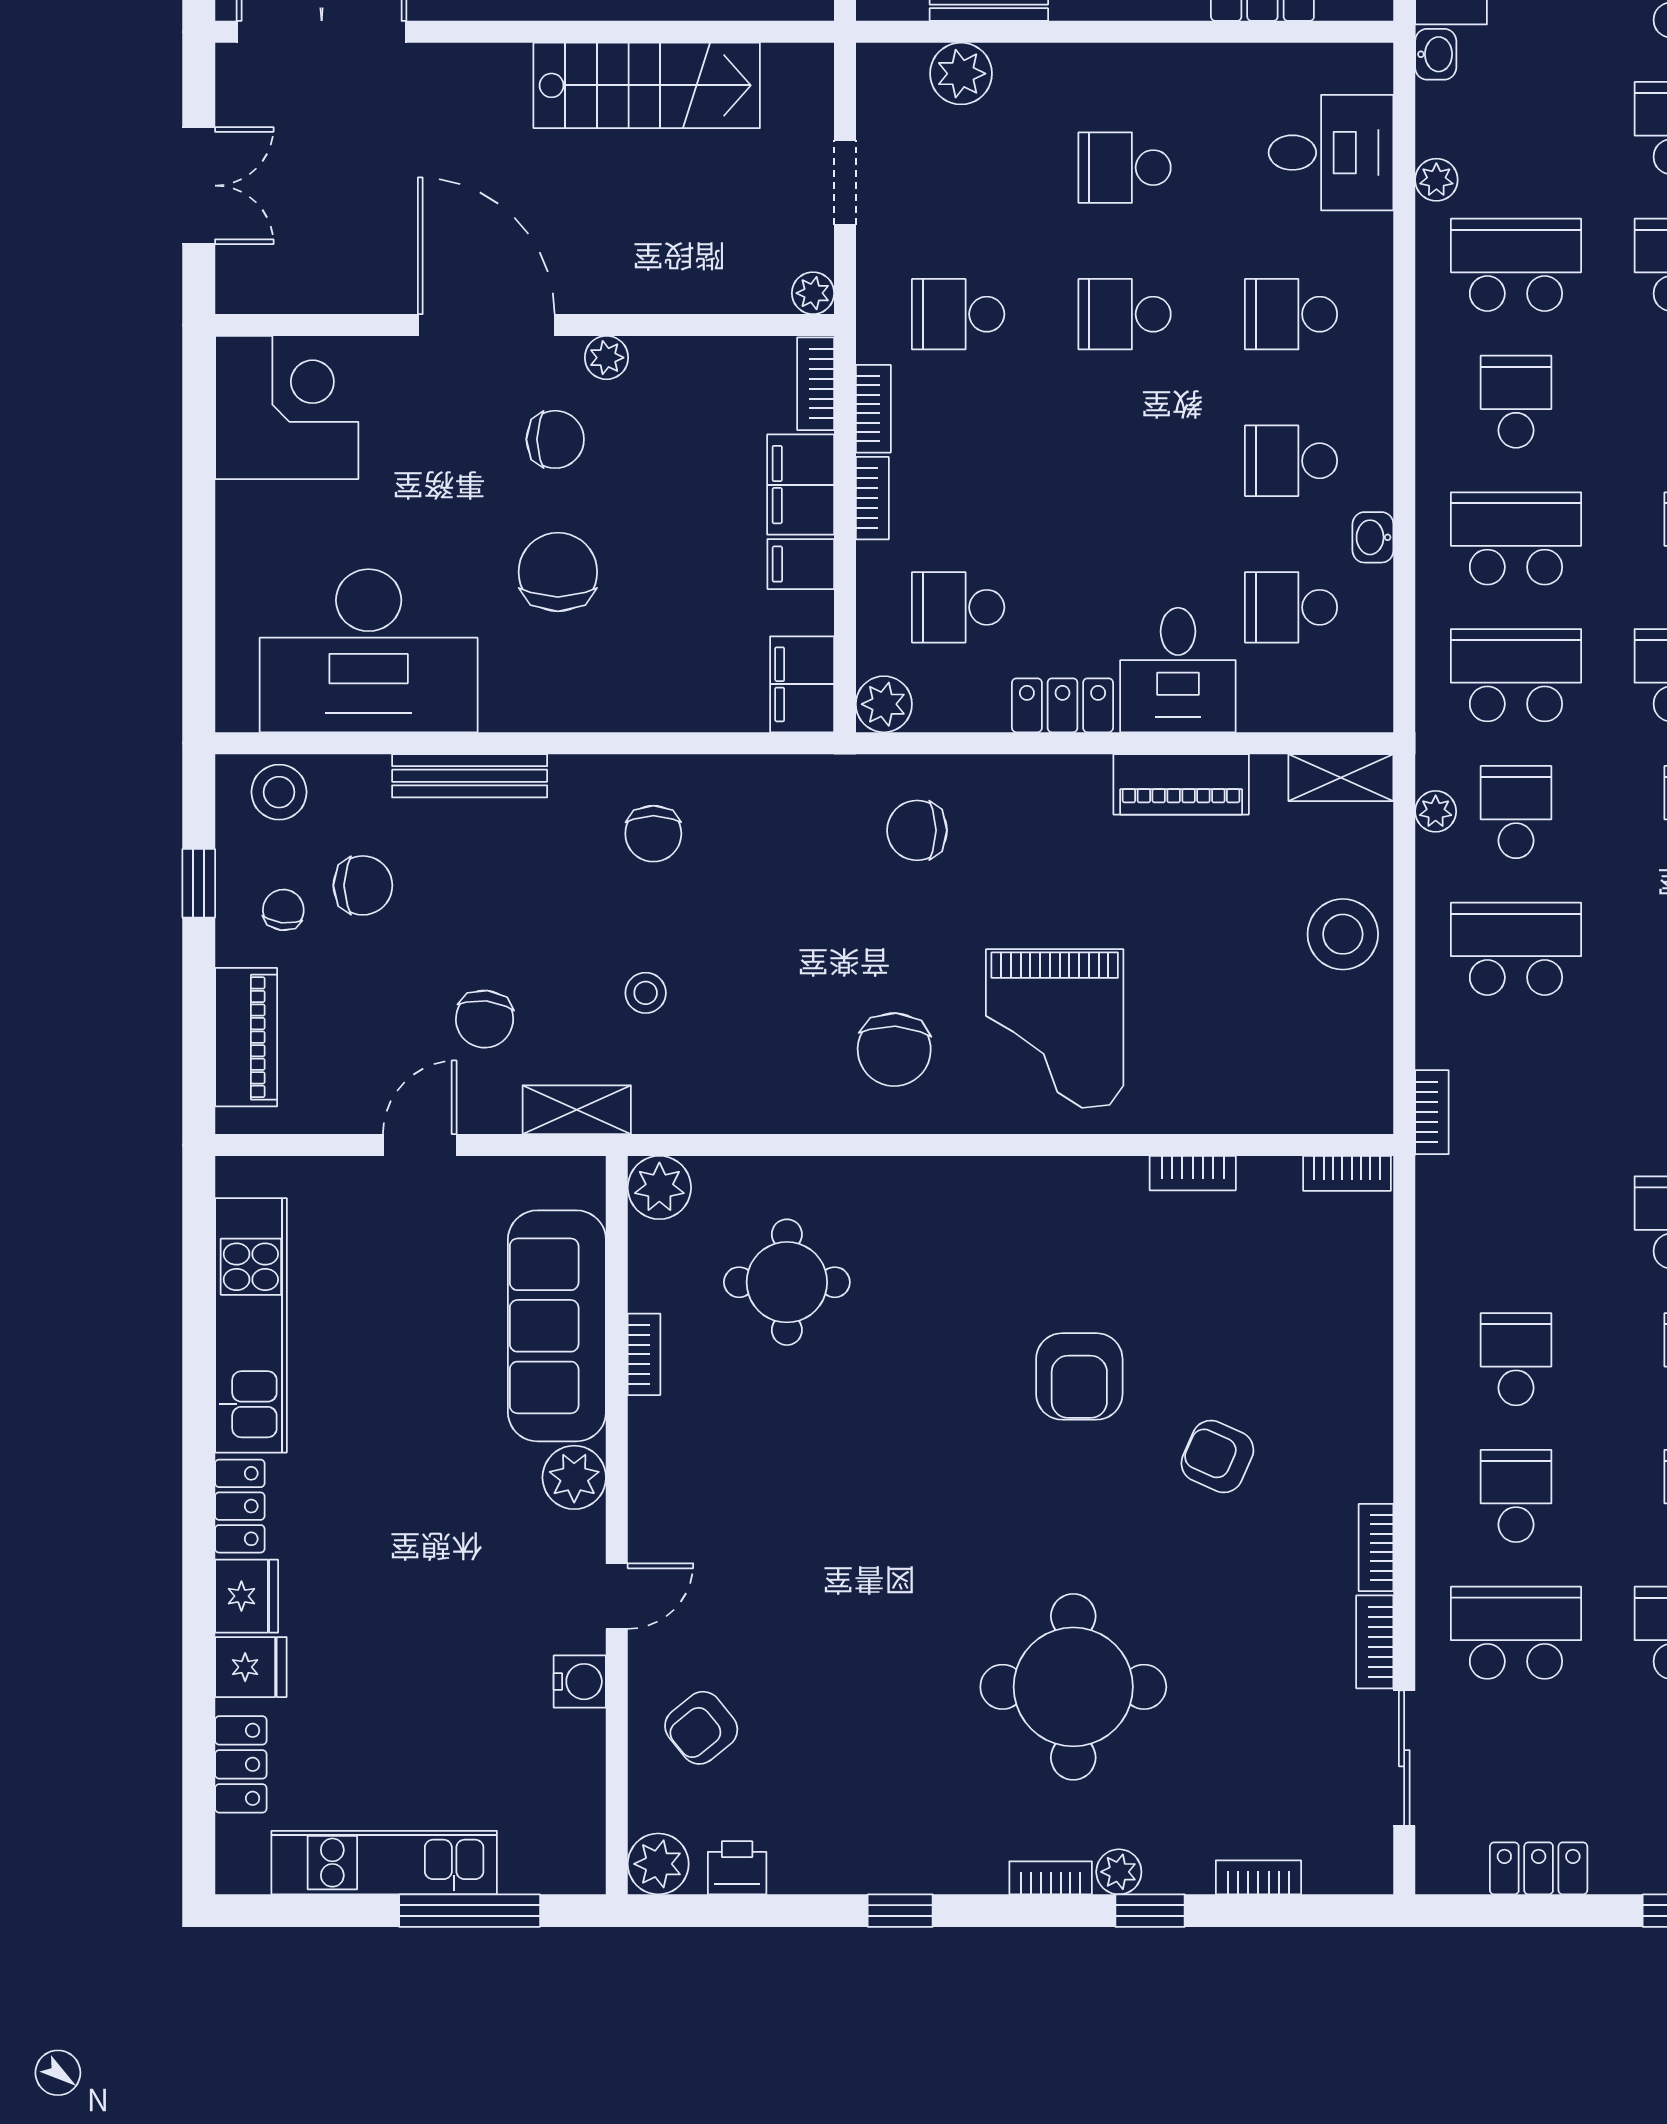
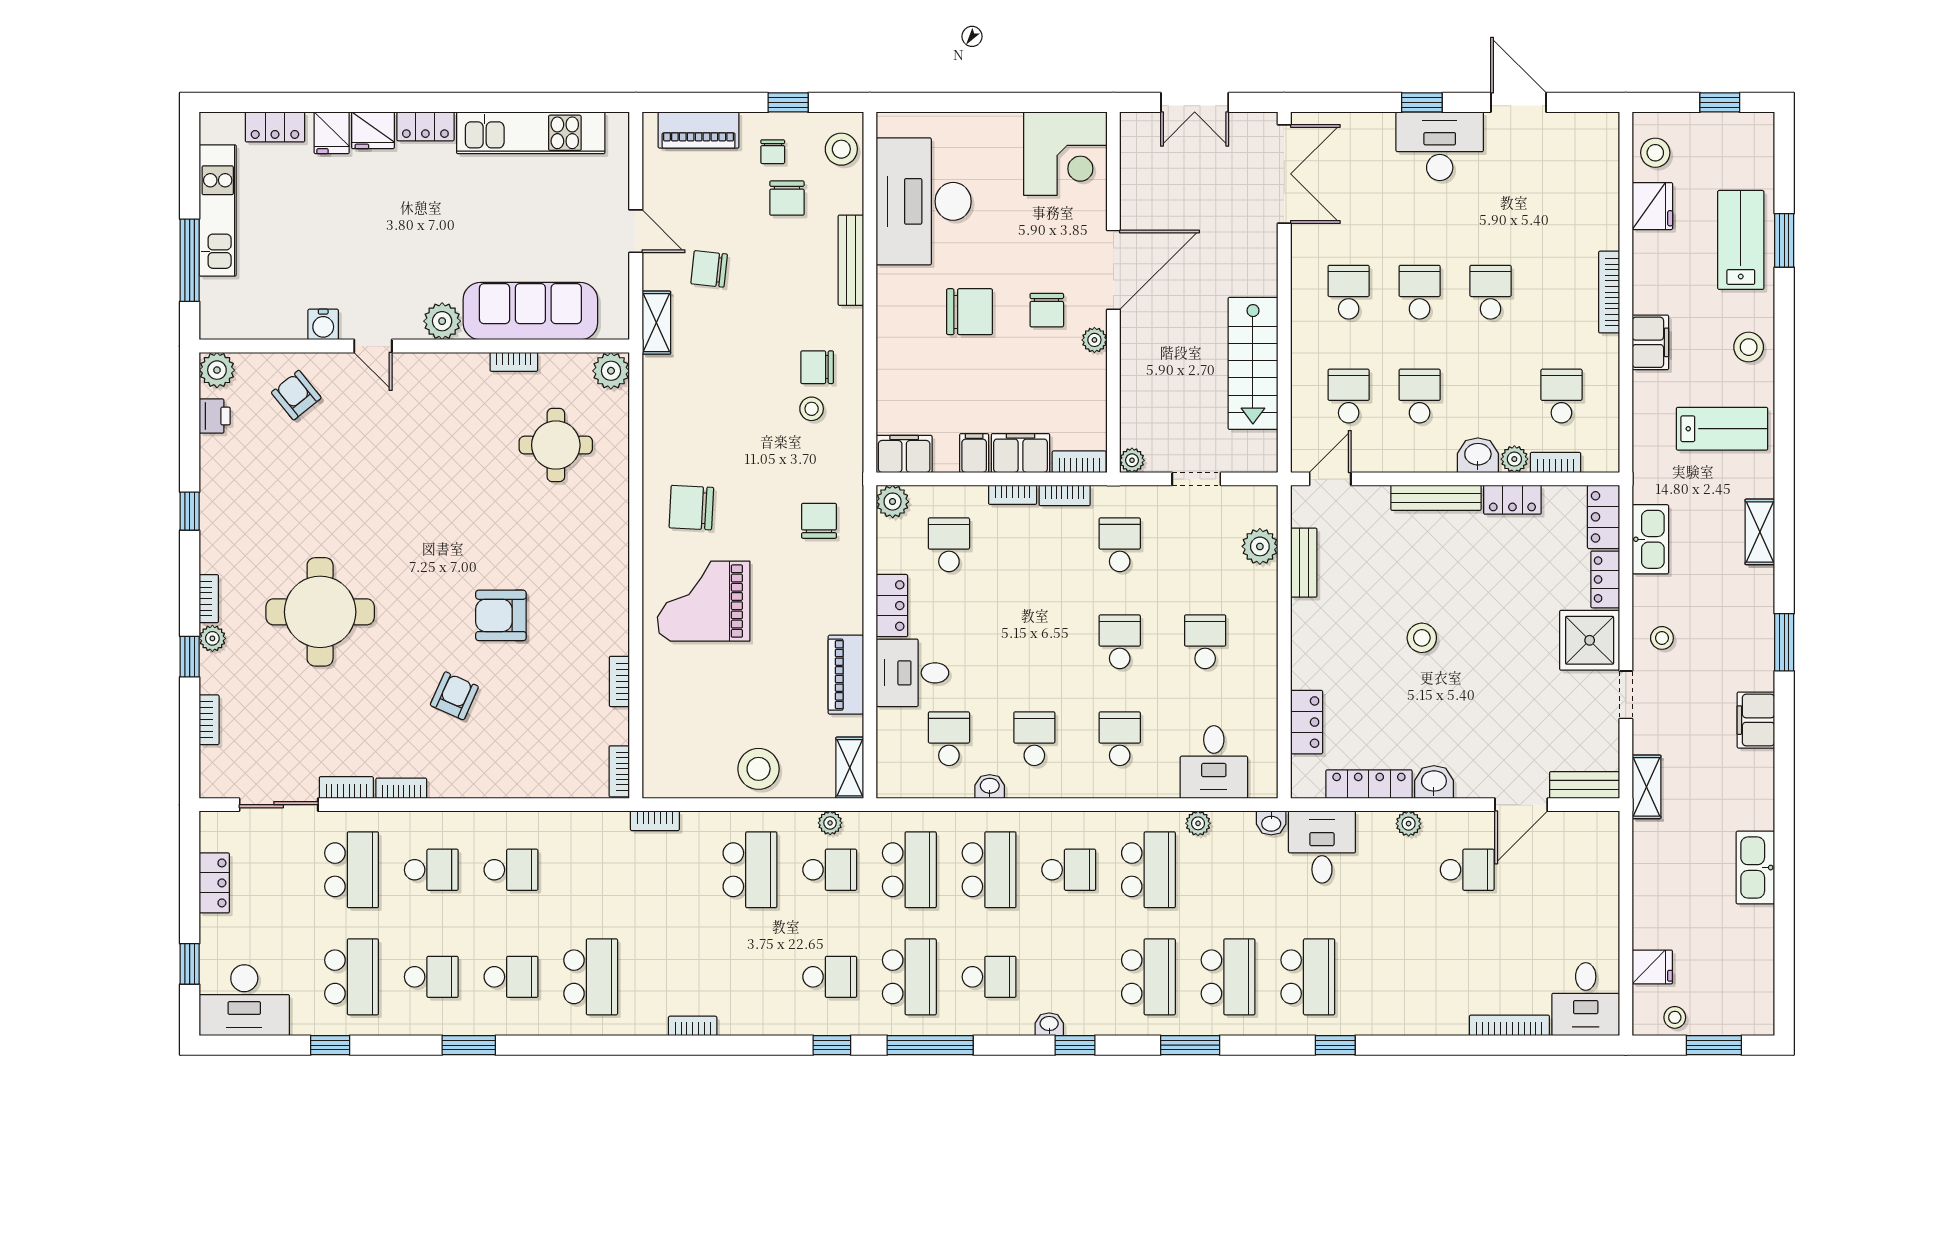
chair: (283, 910) -> (773, 152), turned 83
stool: (646, 993) -> (812, 409), moved

